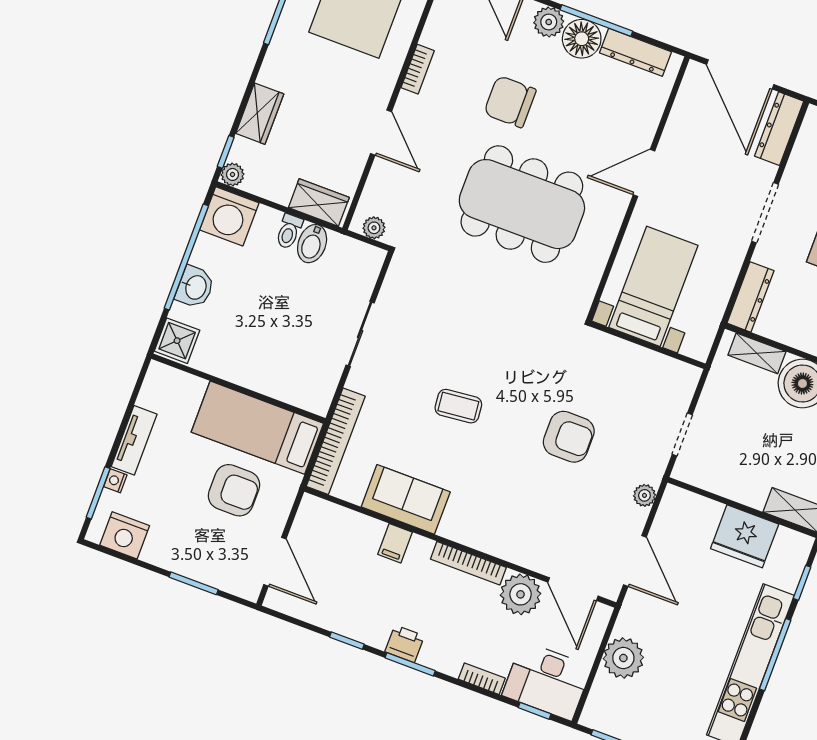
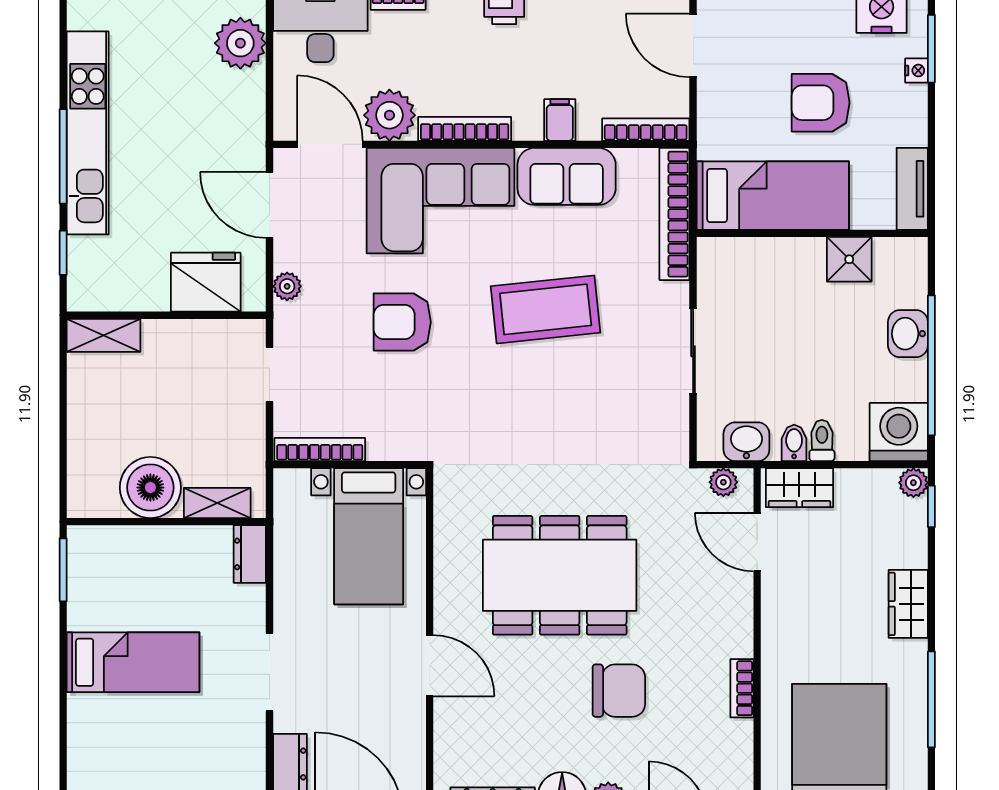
wardrobe: (260, 114) -> (908, 604), moved
door: (381, 133) -> (757, 542), moved
door: (644, 173) -> (430, 666), hinge flipped
bidet: (312, 244) -> (794, 443), width x0.72, depth x0.74
washbasin: (346, 252) -> (746, 442), added
dresser: (750, 297) -> (250, 554), width x0.70
shower: (177, 341) -> (849, 259), moved
bookcase: (666, 365) -> (320, 450), added
coffee table: (458, 406) -> (546, 309), width x1.86, depth x1.72
tv unit: (134, 440) -> (912, 189), moved
armchair: (234, 490) -> (821, 103), moved
bookcase: (334, 512) -> (646, 130), added
corner sofa: (506, 516) -> (441, 201), added
fridge: (745, 536) -> (206, 282), moved
plant: (623, 658) -> (240, 43), moved

